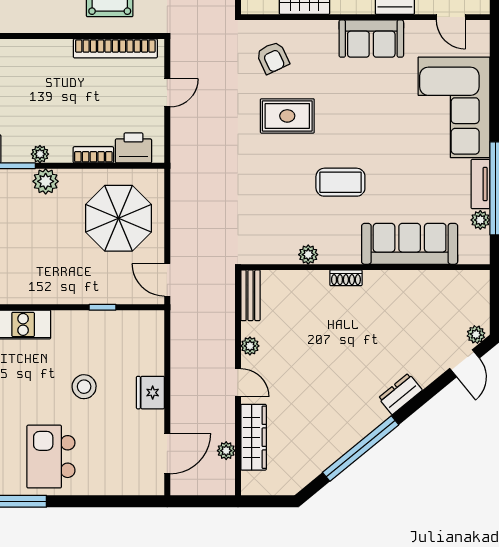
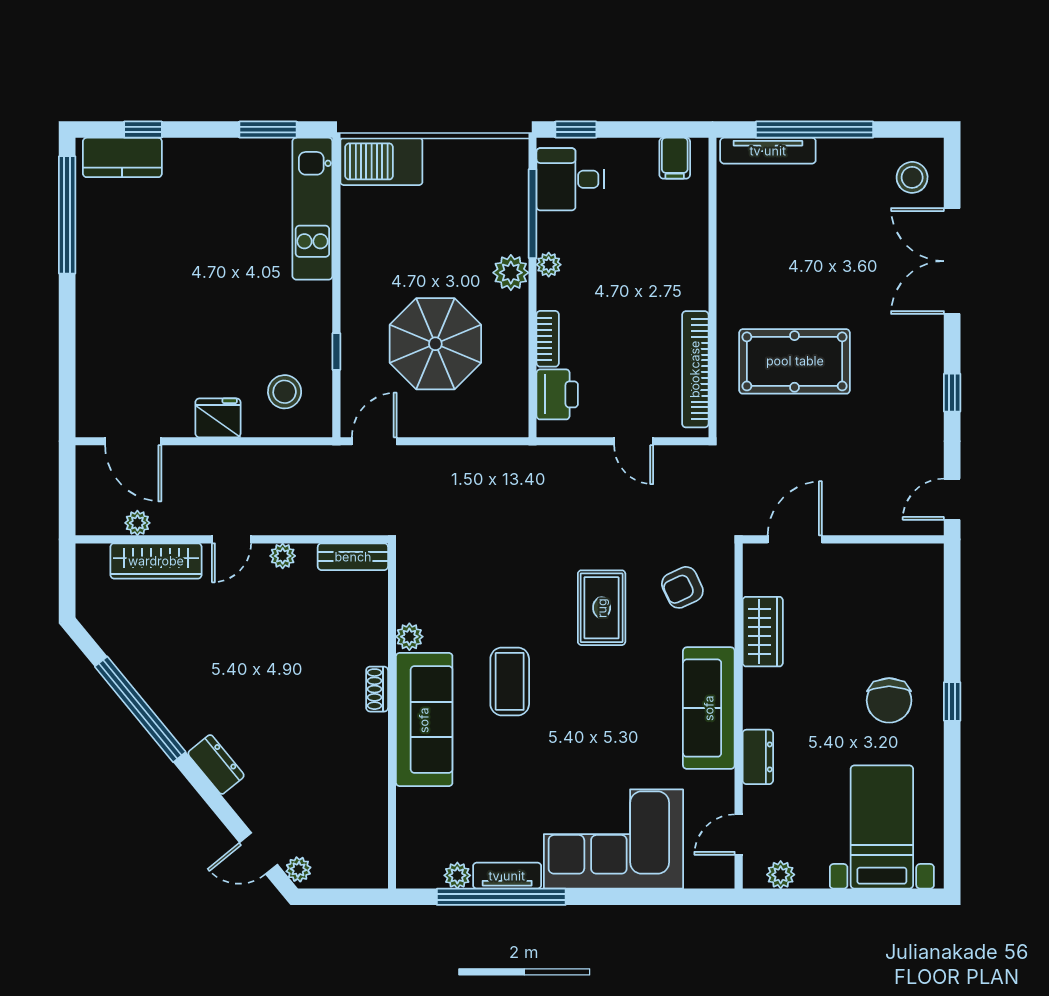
sofa: (371, 39) -> (709, 708), width x1.36
parasol: (118, 218) -> (435, 344), moved
sofa: (410, 244) -> (424, 720), moved
stool: (84, 387) -> (285, 392), moved
kitchen island: (51, 457) -> (129, 280), removed

